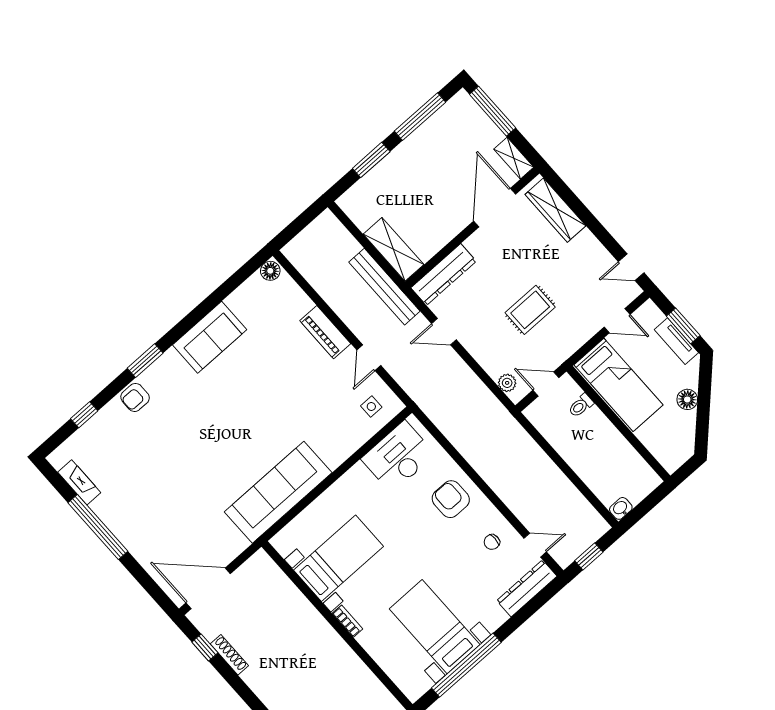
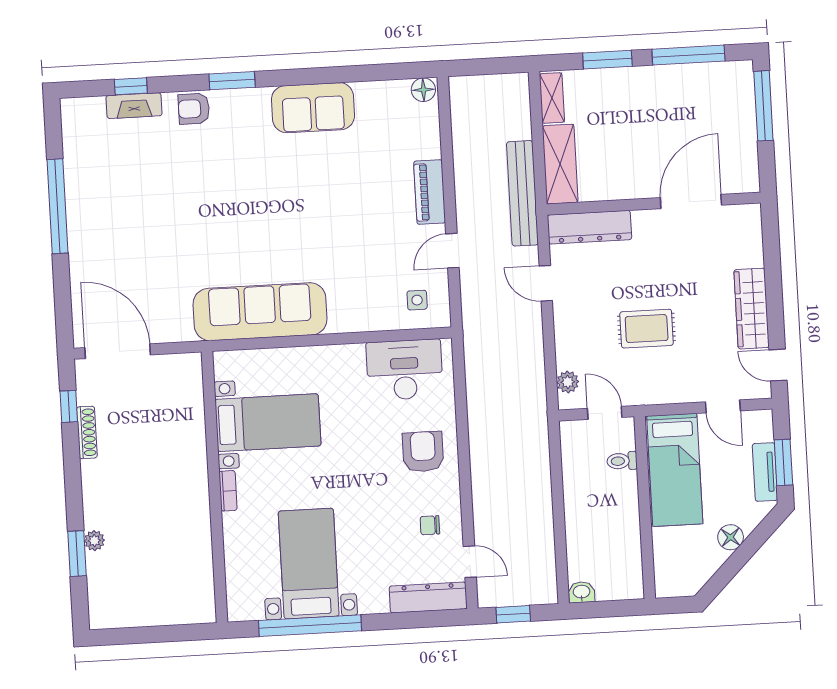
shelving: (514, 158) -> (552, 98), moved
wardrobe: (555, 210) -> (752, 309), moved
fireplace: (79, 482) -> (134, 106), moved, turned 90

